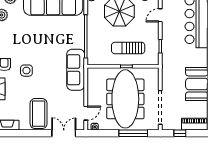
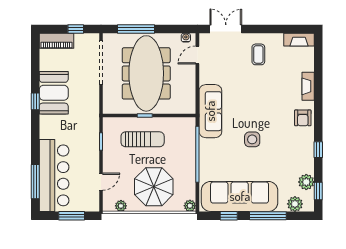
side table: (26, 71) -> (252, 139), moved
coffee table: (39, 114) -> (258, 54), width x0.54, depth x0.58
double door: (64, 133) -> (226, 29), swing flipped

